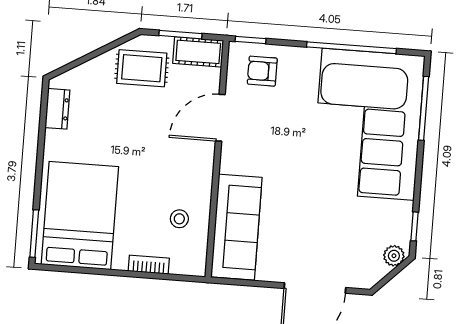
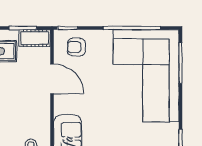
door: (220, 118) -> (52, 79), swing flipped

